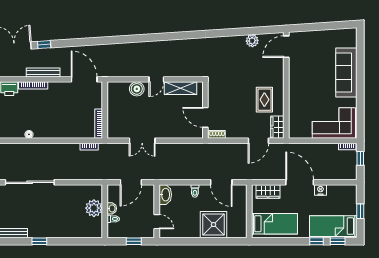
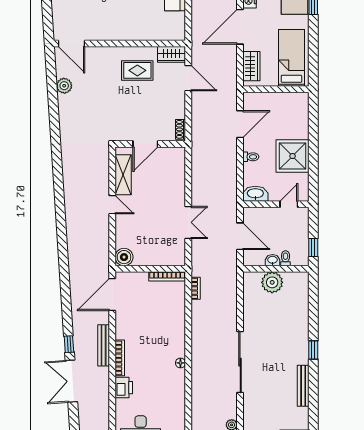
boiler: (137, 89) -> (124, 257), moved
door: (205, 117) -> (145, 144), moved
shower: (214, 225) -> (293, 156), moved
window: (134, 241) -> (313, 247), moved

